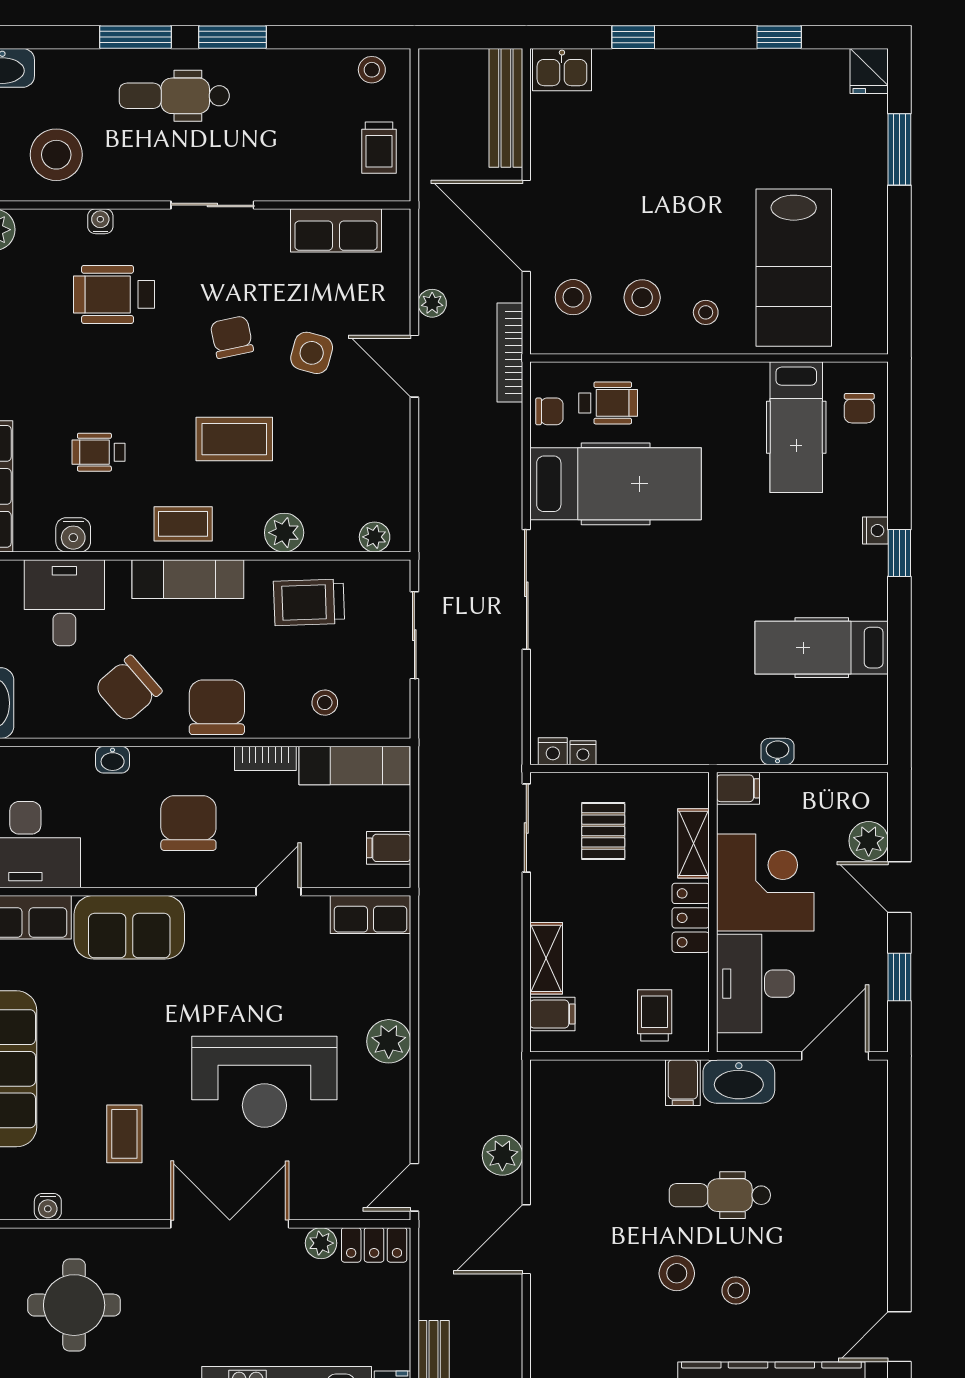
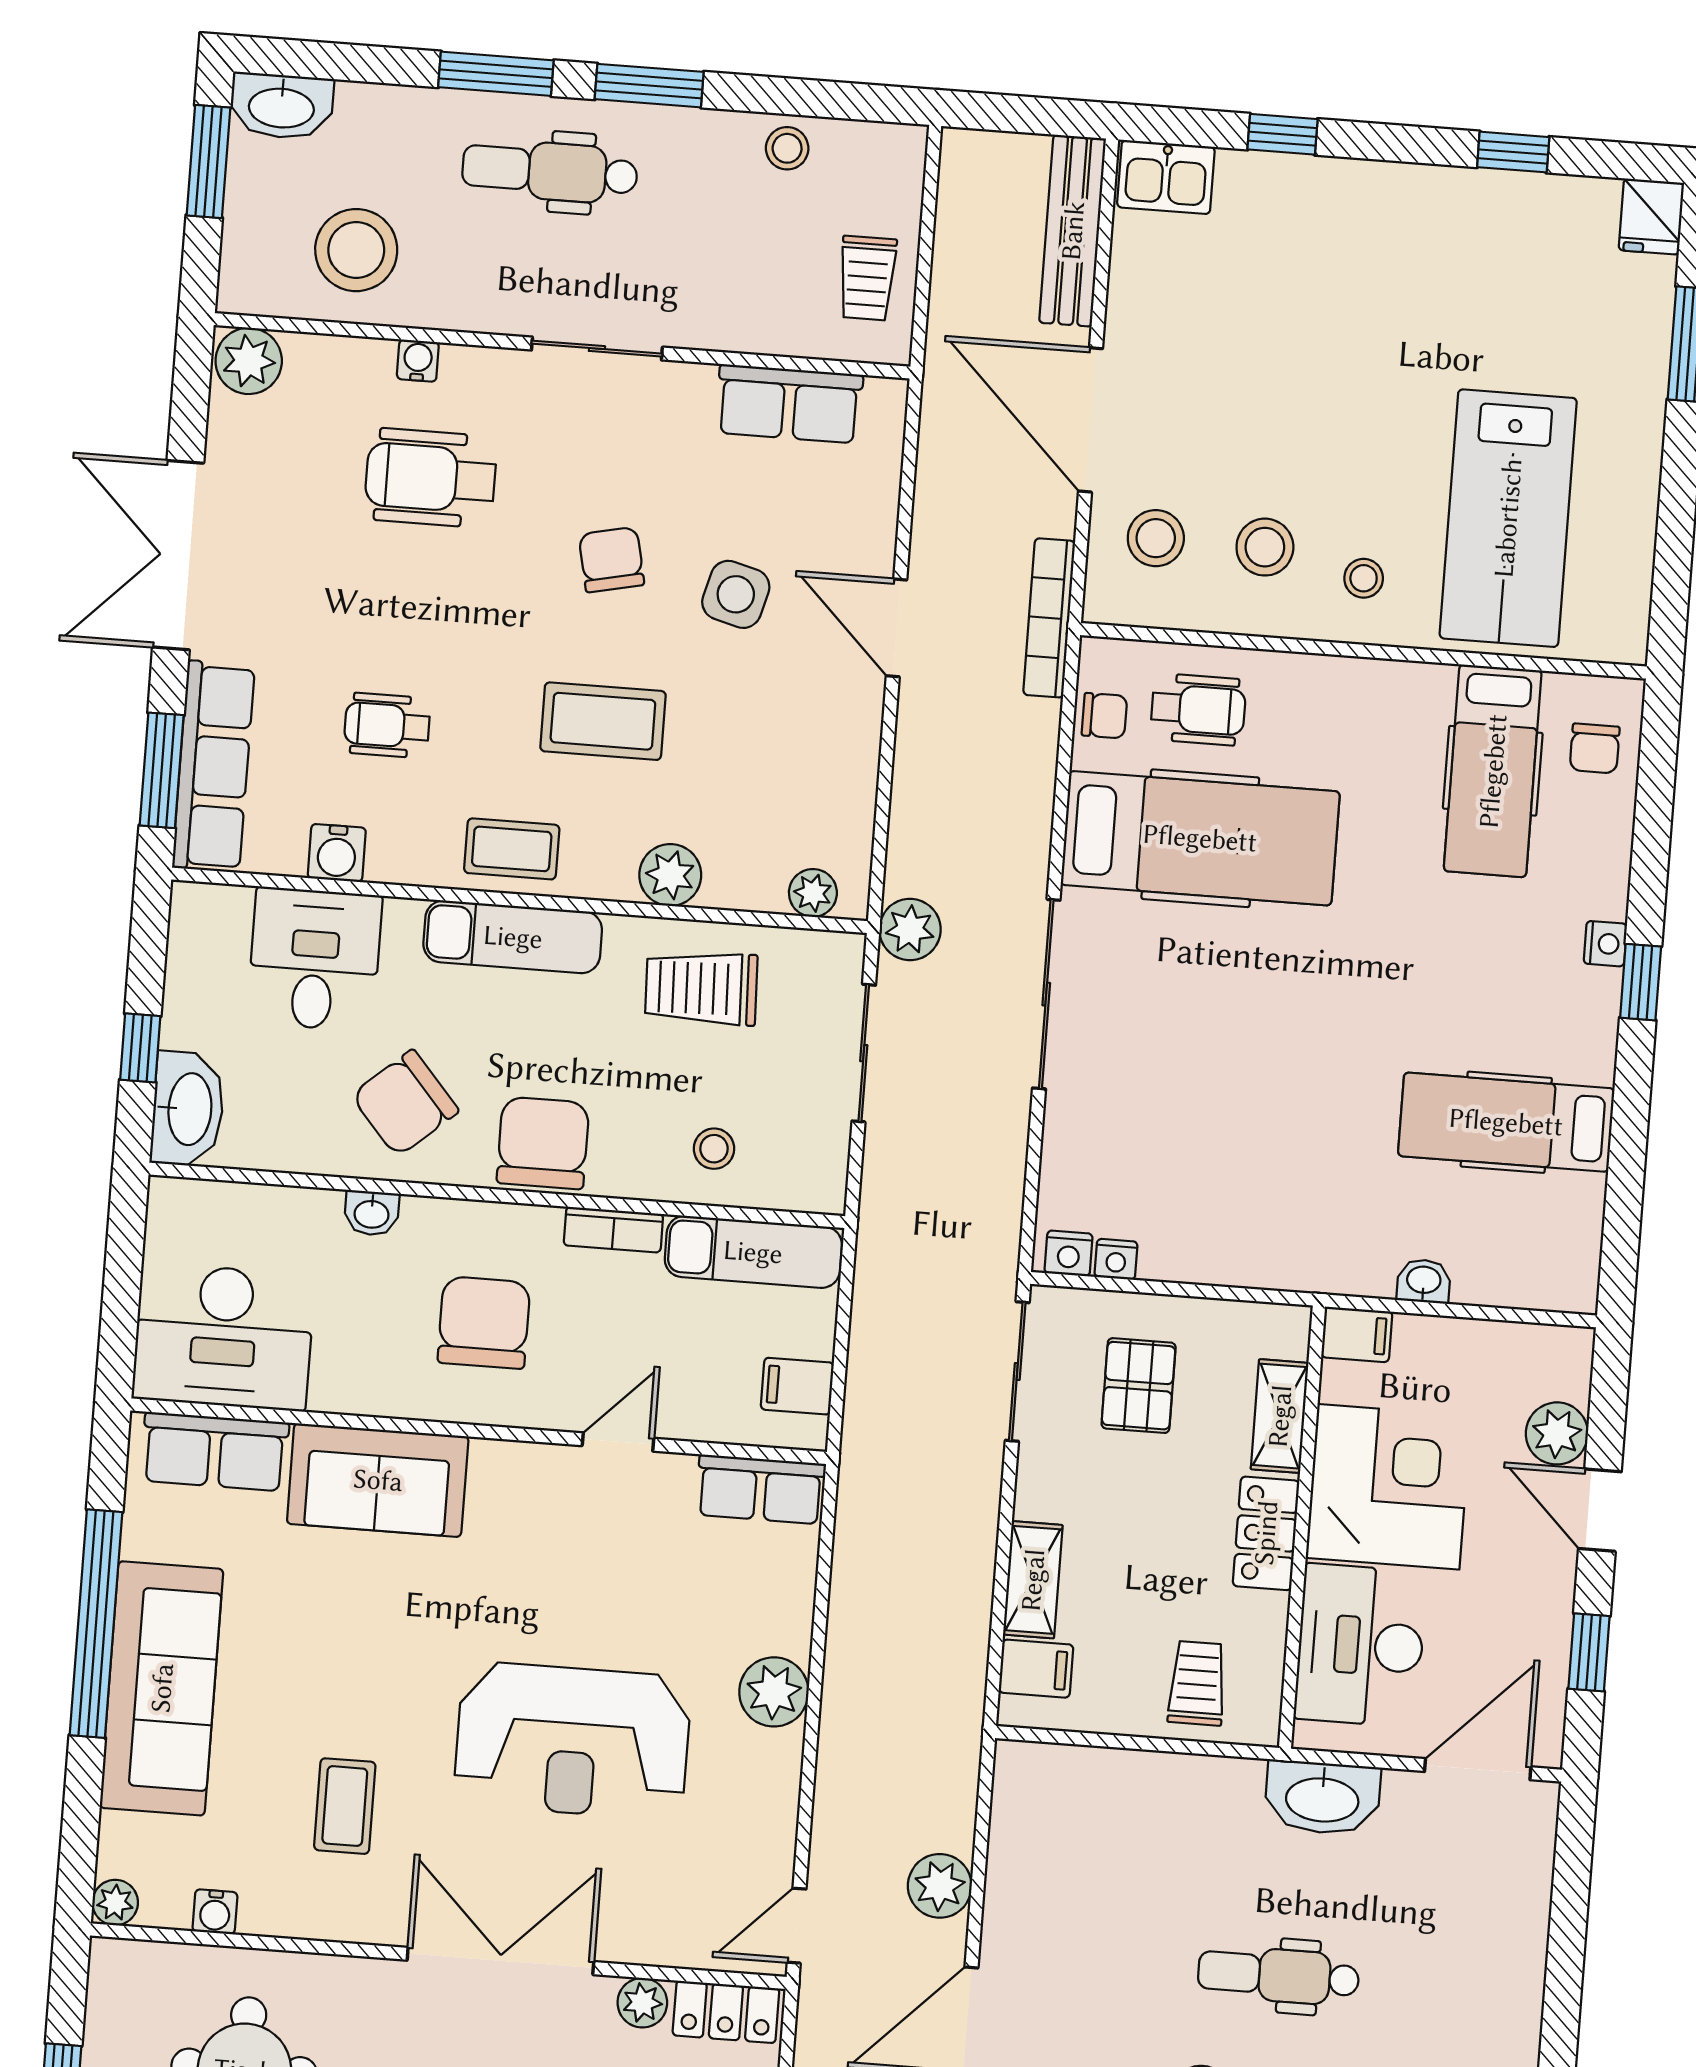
stool: (372, 70) -> (787, 148), moved
plant: (432, 303) -> (910, 929), moved, width x1.38, depth x1.38
filing cabinet: (683, 1083) -> (1234, 1793), removed

